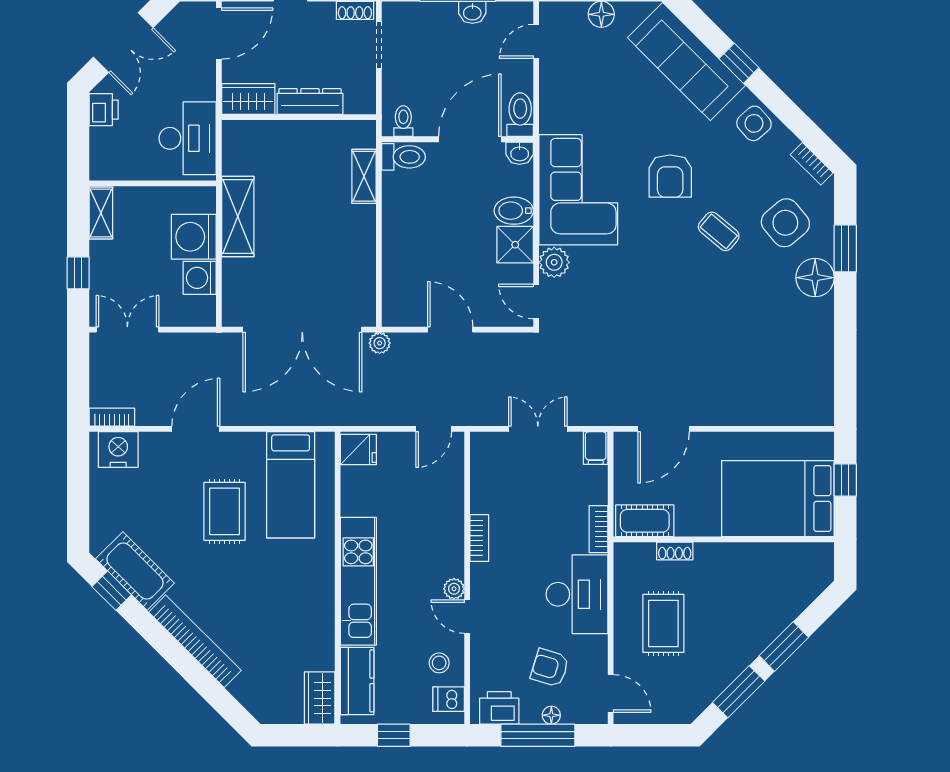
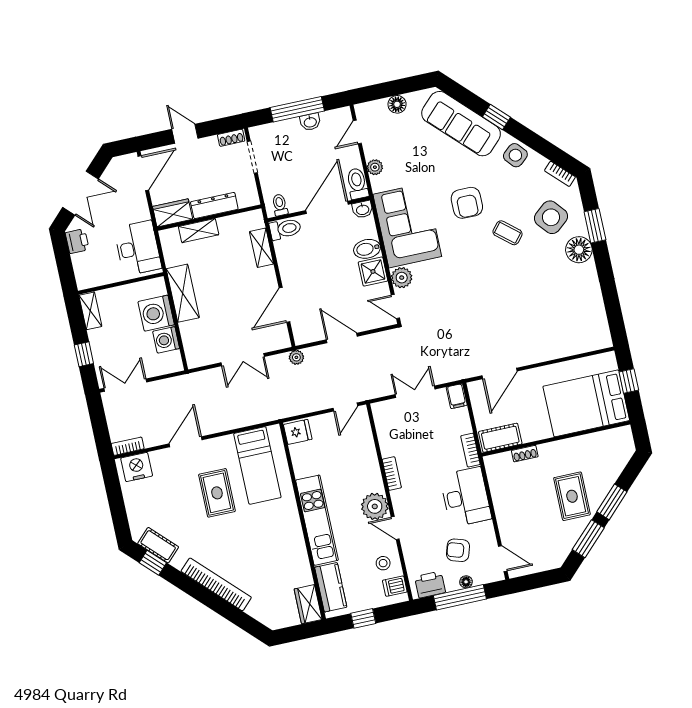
plant: (550, 97) -> (375, 167), added
shelving: (280, 132) -> (199, 231), added
door: (379, 265) -> (284, 305), added
double door: (302, 330) -> (243, 360), width x0.54
cot: (135, 571) -> (158, 545), width x0.73, depth x0.75
plant: (454, 589) -> (375, 506), width x1.88, depth x1.88
rug: (663, 623) -> (572, 496), moved

